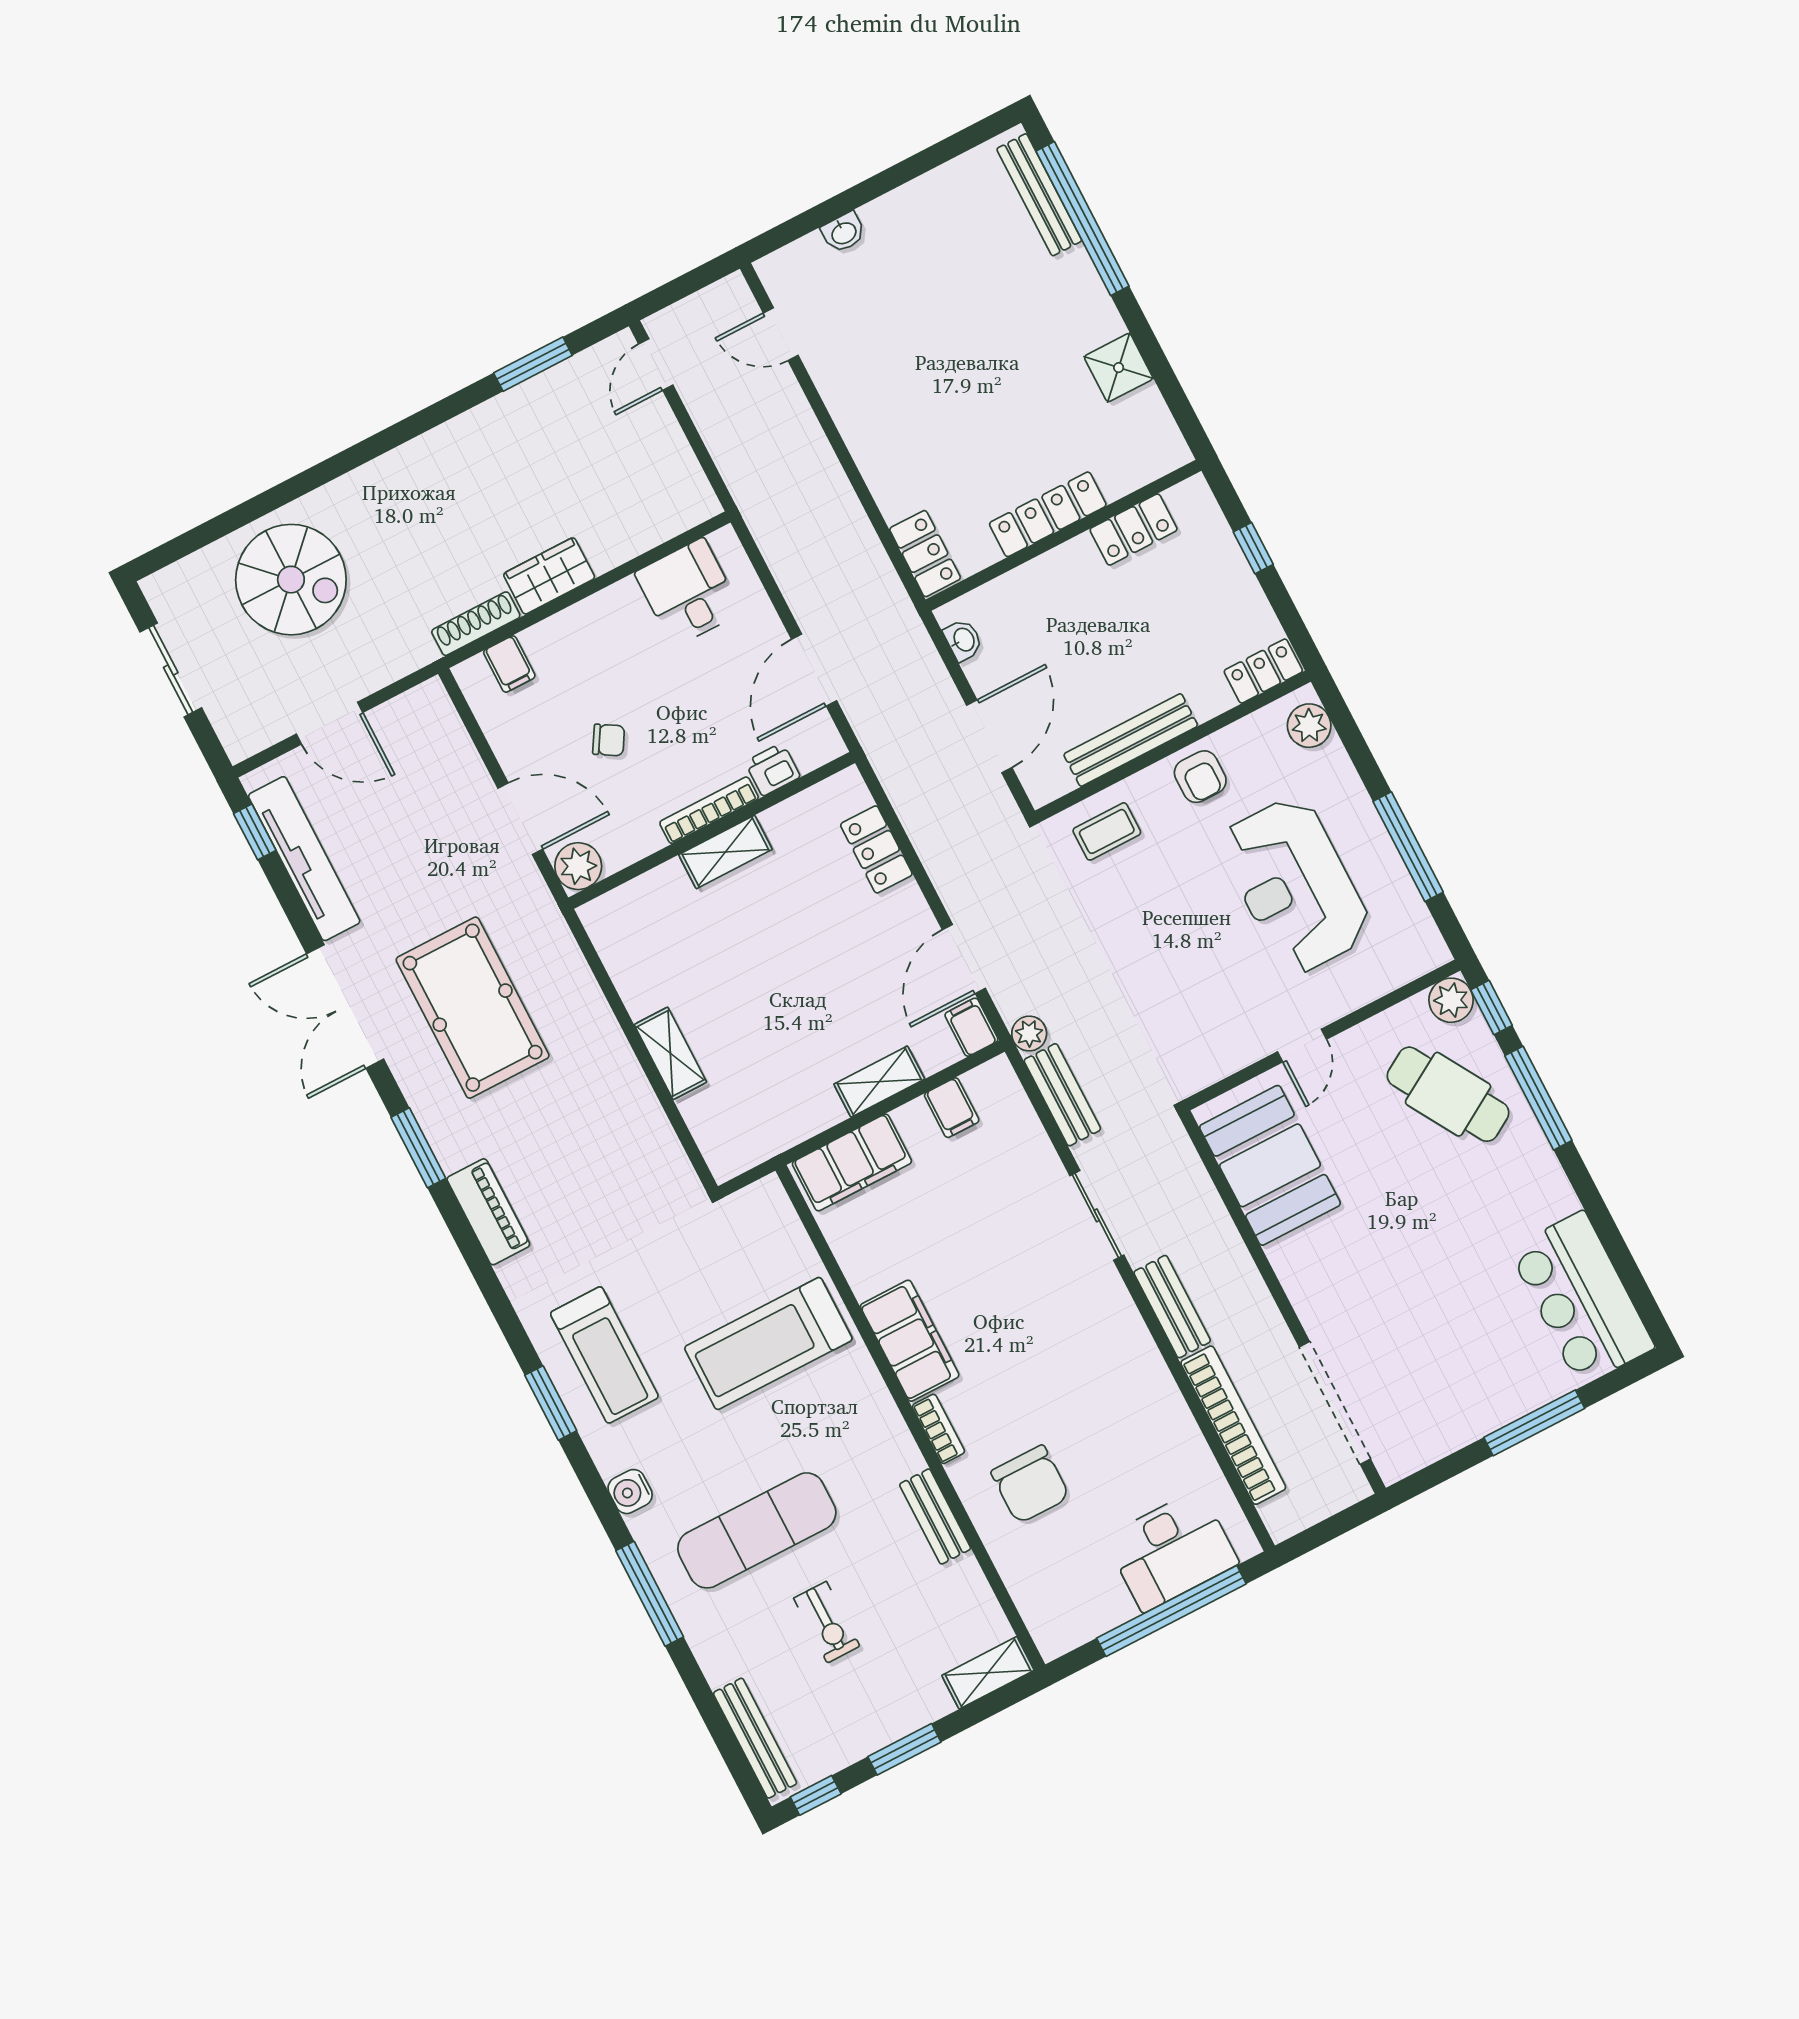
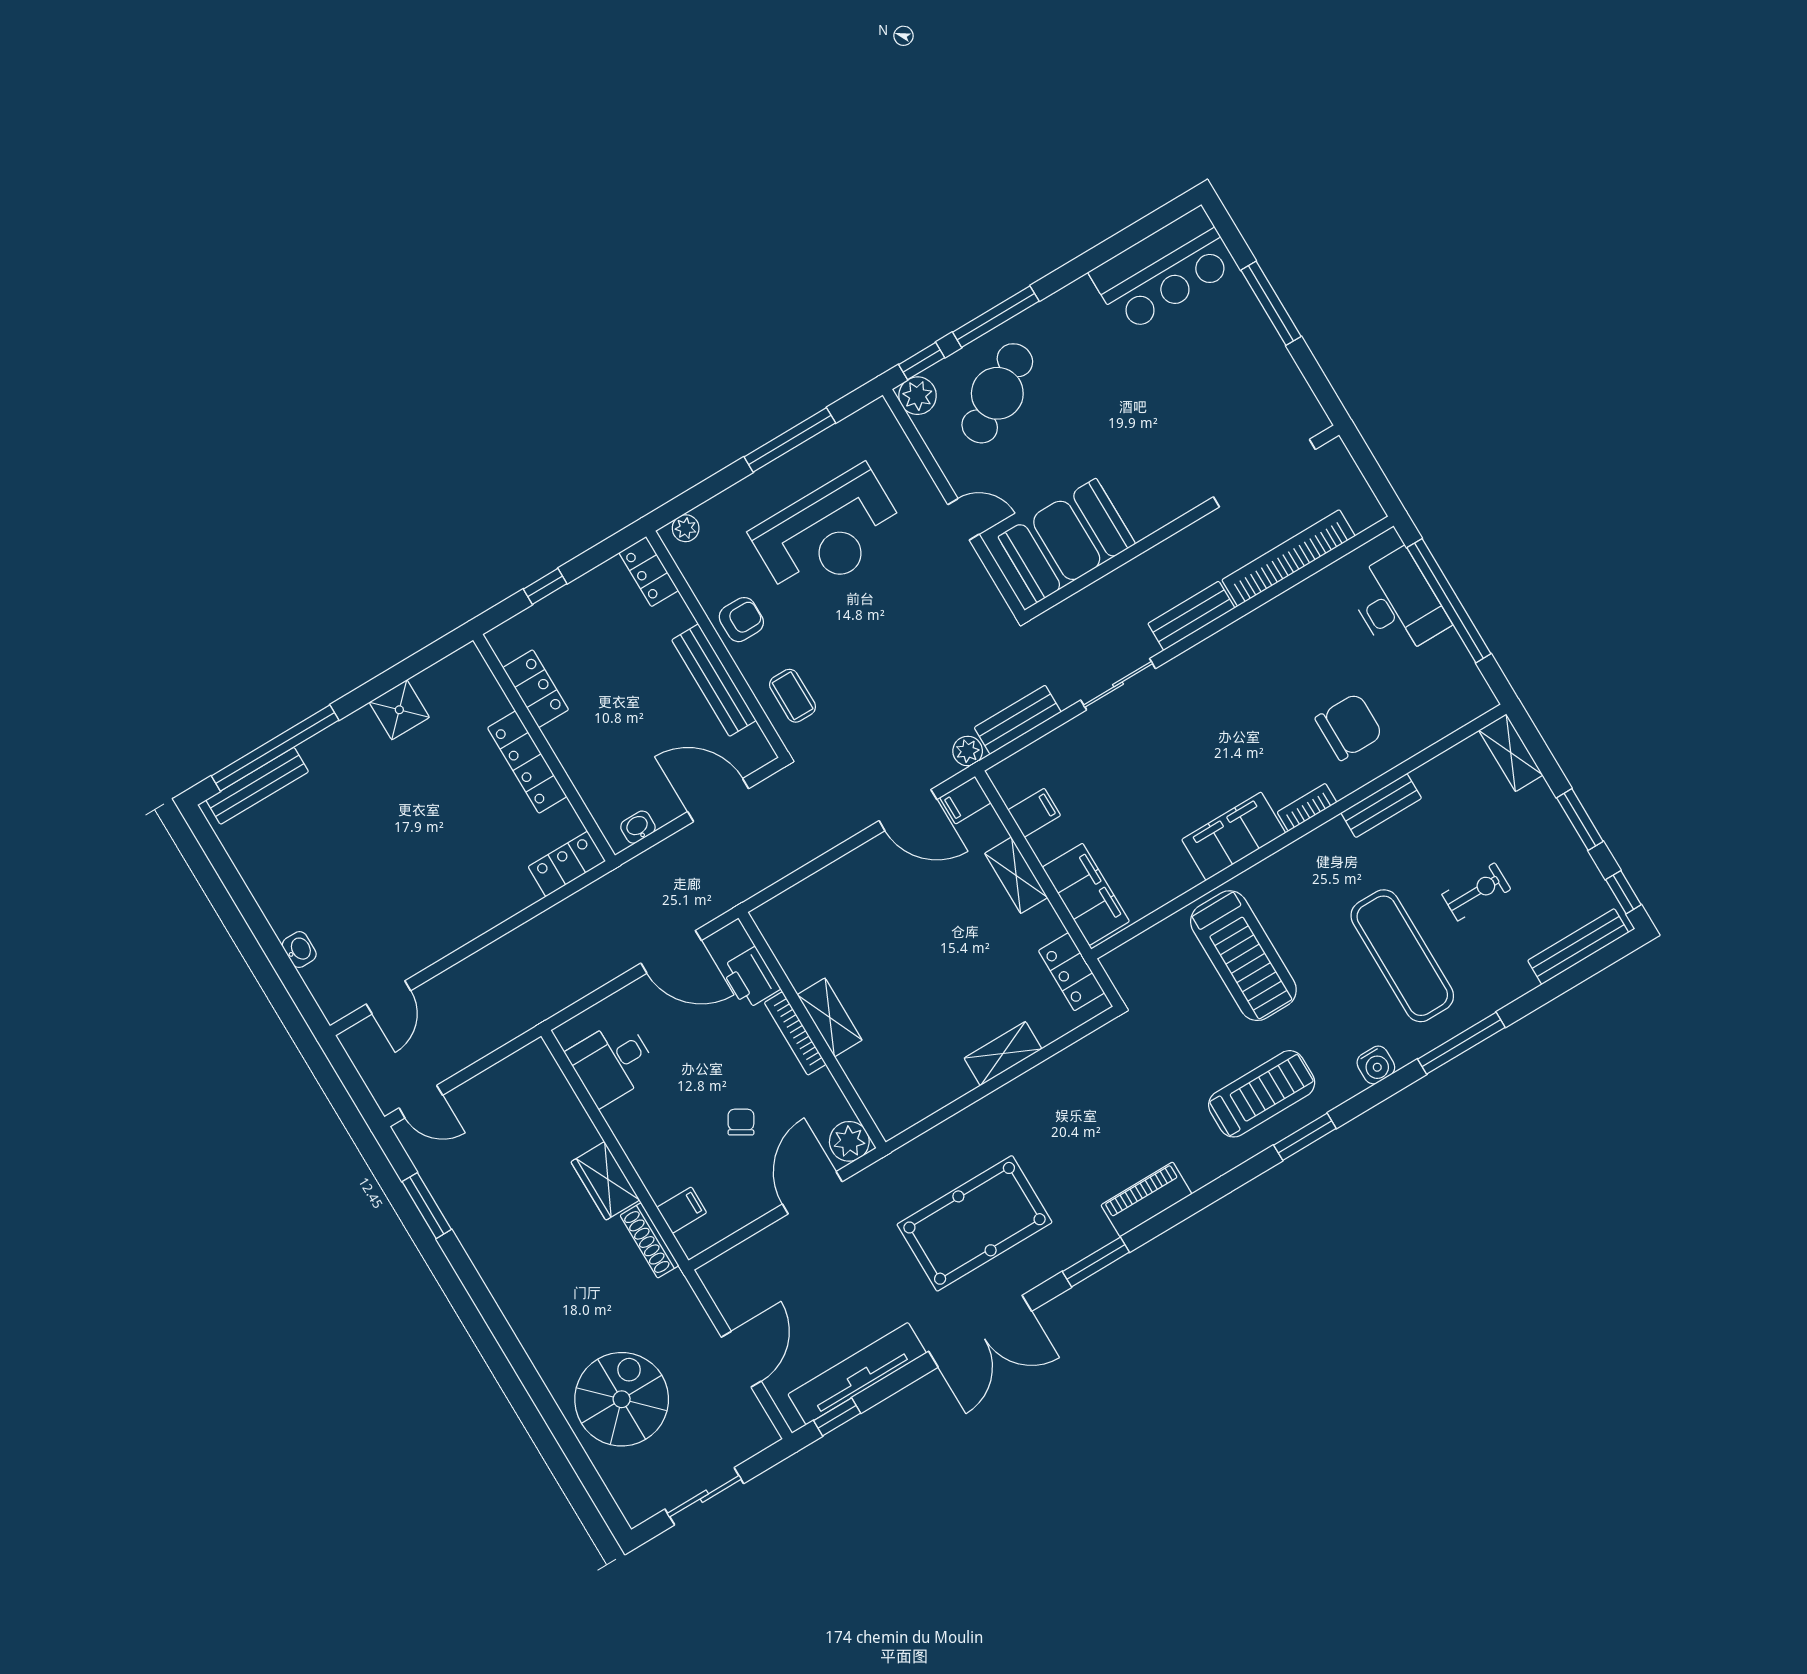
plant: (1309, 726) -> (686, 528), width x0.73, depth x0.73
printer: (773, 769) -> (750, 978), width x1.36, depth x1.24
locker: (876, 849) -> (1071, 972), moved, turned 90

